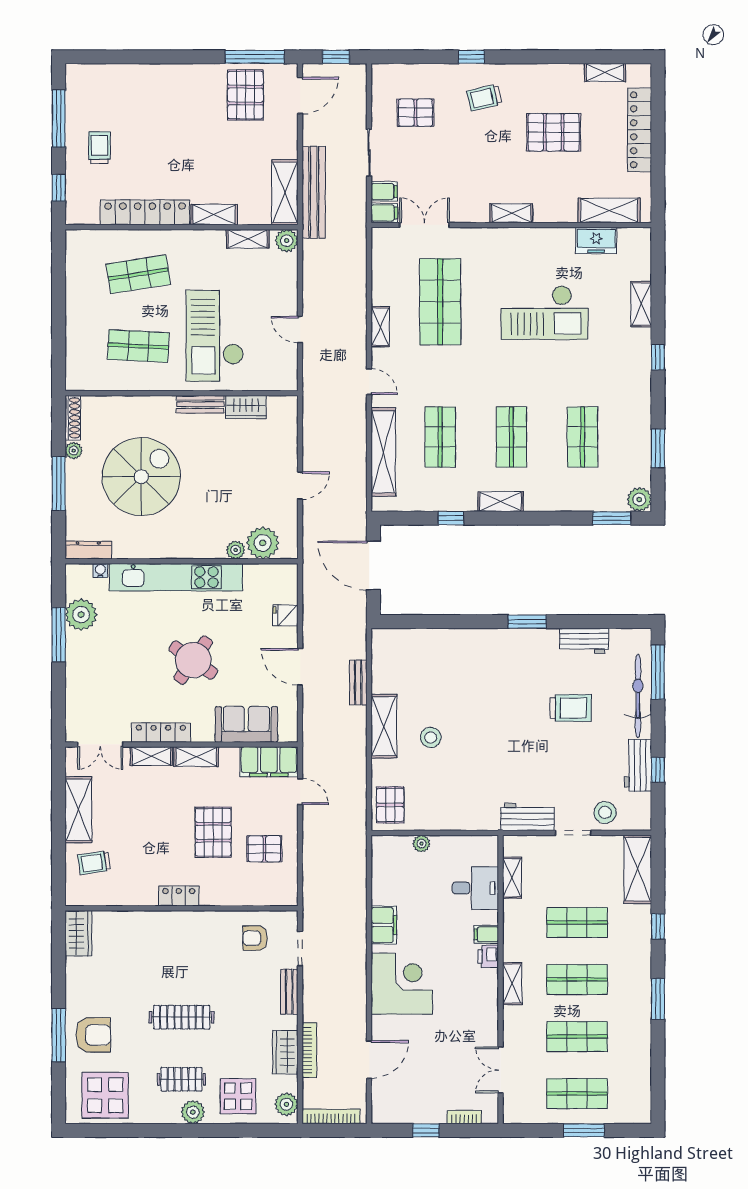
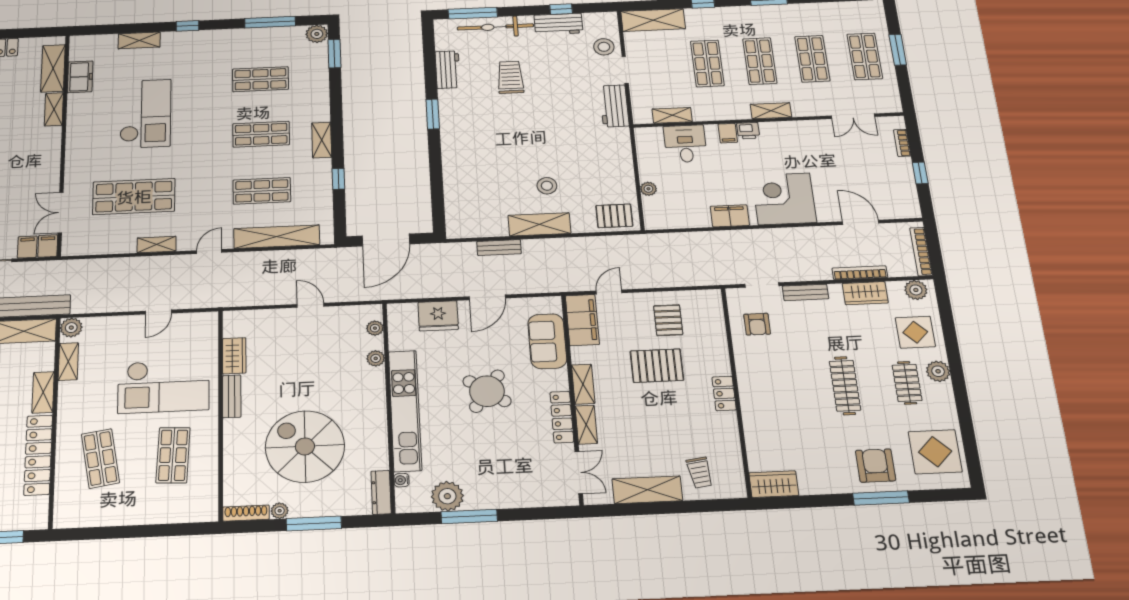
shelving: (511, 213) -> (54, 109), moved
window: (658, 448) -> (270, 22), width x1.44
plant: (263, 543) -> (375, 328), width x0.53, depth x0.53
fridge: (285, 615) -> (438, 316), width x1.88, depth x1.34

